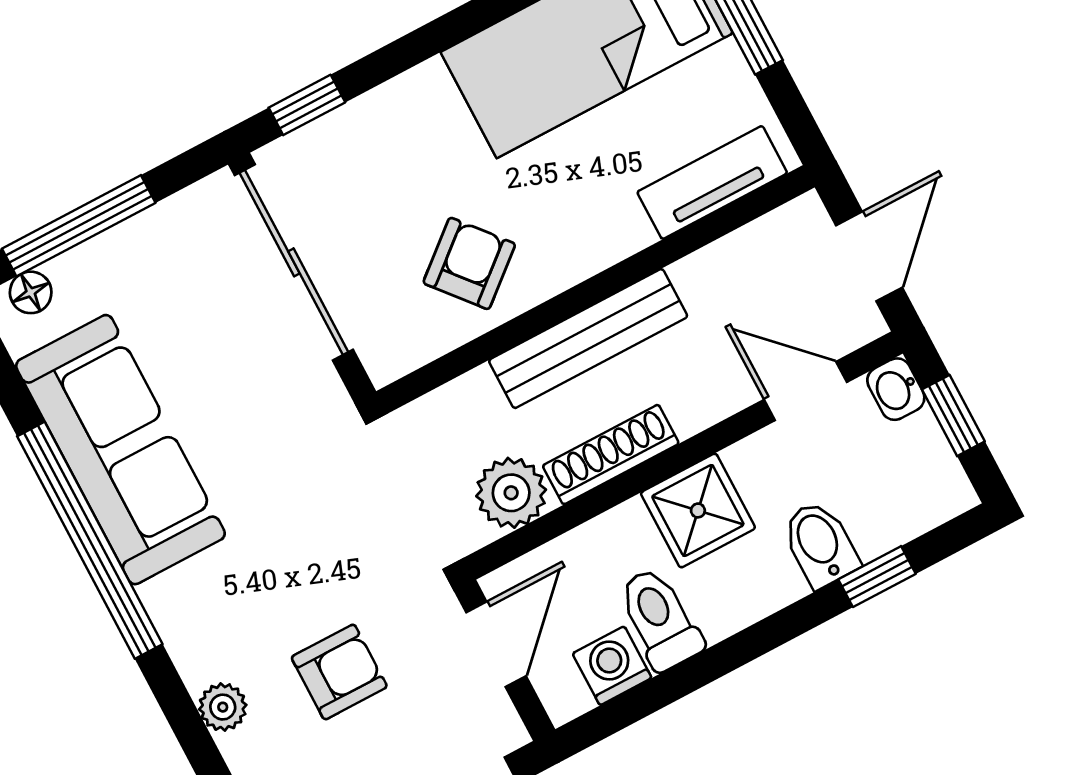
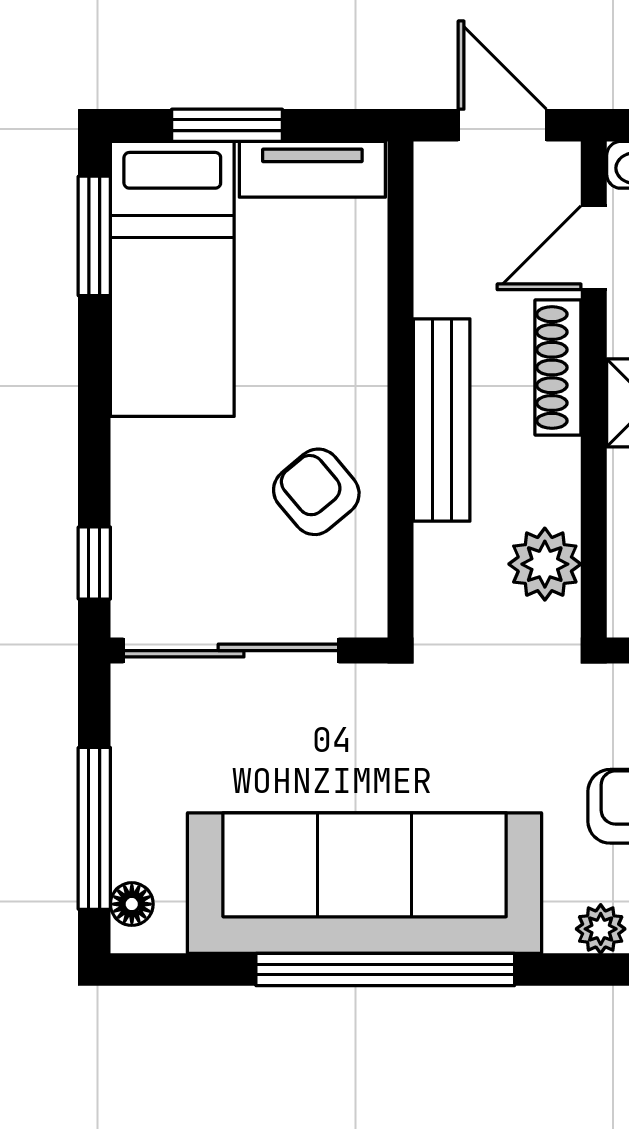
tv unit: (712, 182) -> (312, 169), moved, turned -90
sofa: (120, 450) -> (365, 883), width x1.36, depth x1.27
shoe rack: (611, 455) -> (558, 367), moved

